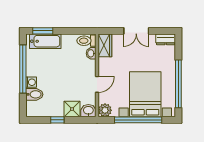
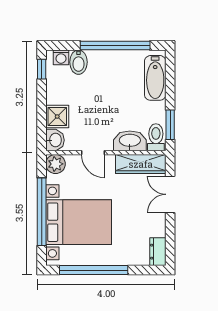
window: (43, 31) -> (170, 125), moved
double door: (136, 31) -> (170, 194), moved
wardrobe: (105, 45) -> (141, 164), width x1.50
washbasin: (91, 53) -> (130, 141), width x1.91, depth x1.45
washing machine: (31, 82) -> (61, 57), moved
window: (57, 120) -> (42, 69), moved

